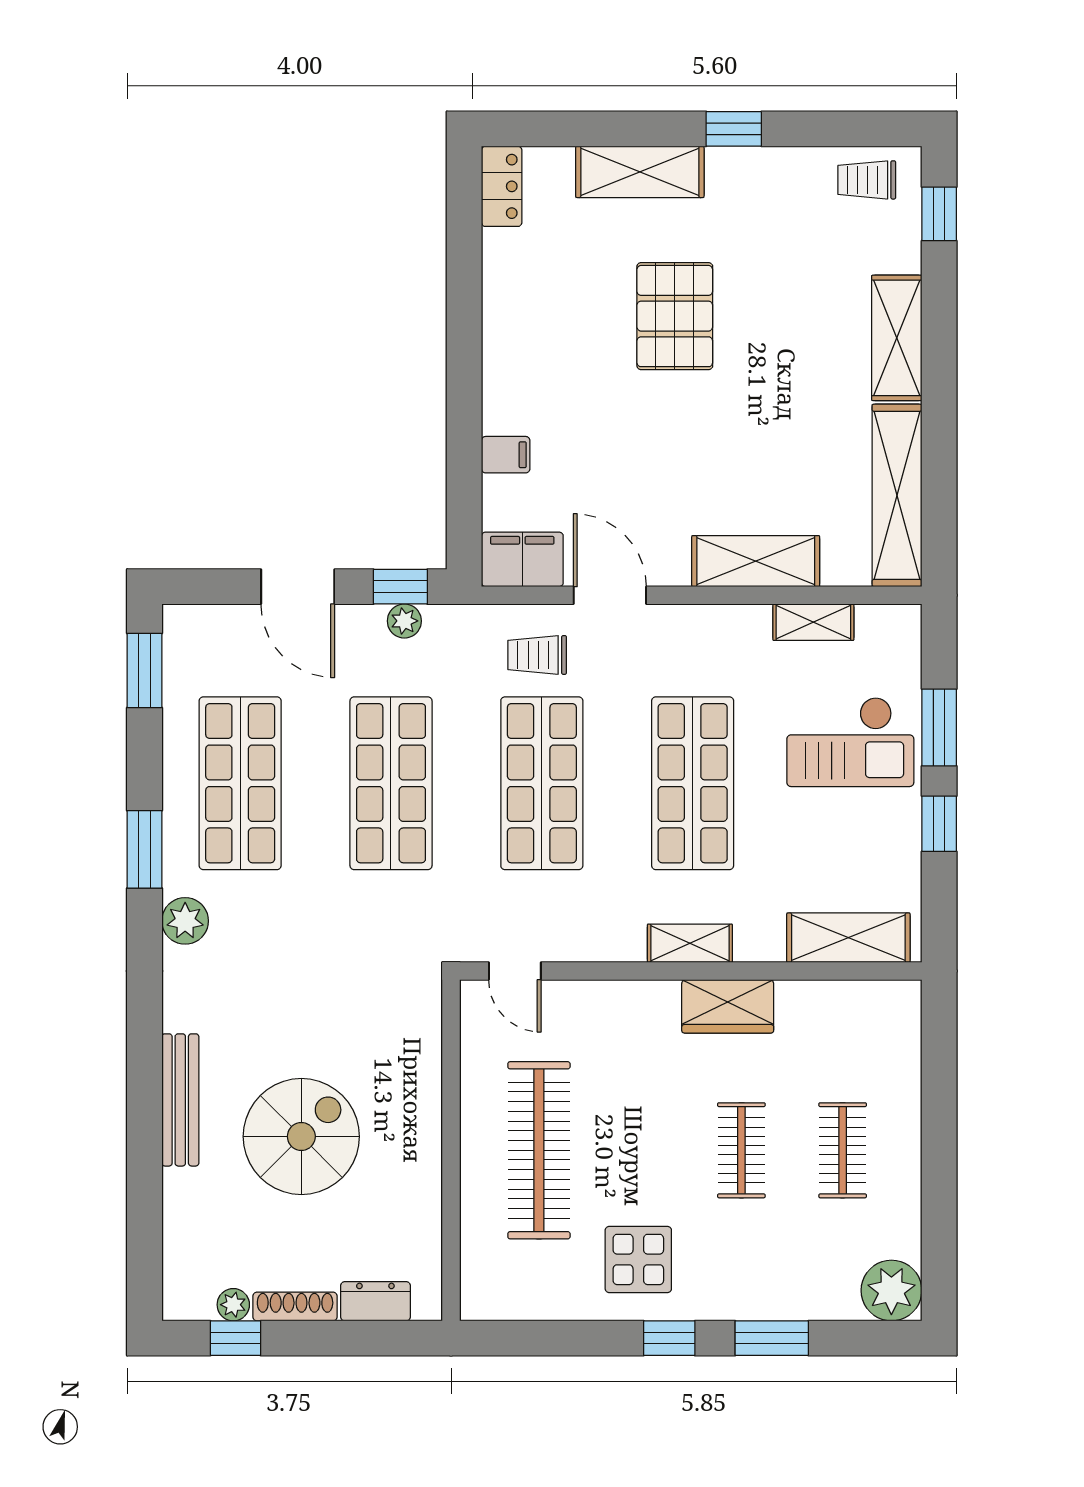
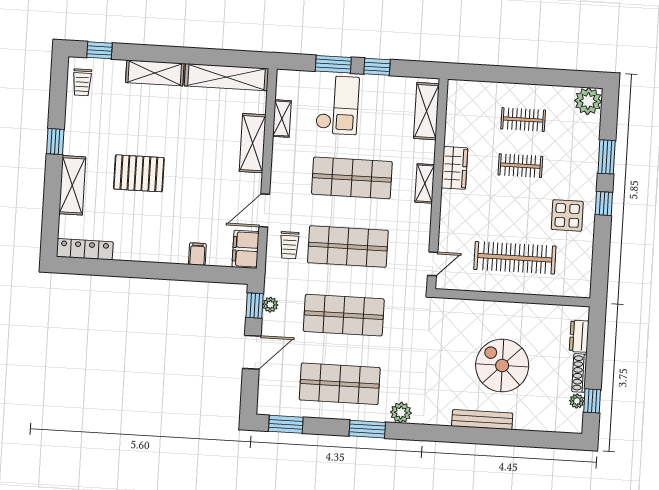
locker: (502, 186) -> (85, 249), width x1.53

